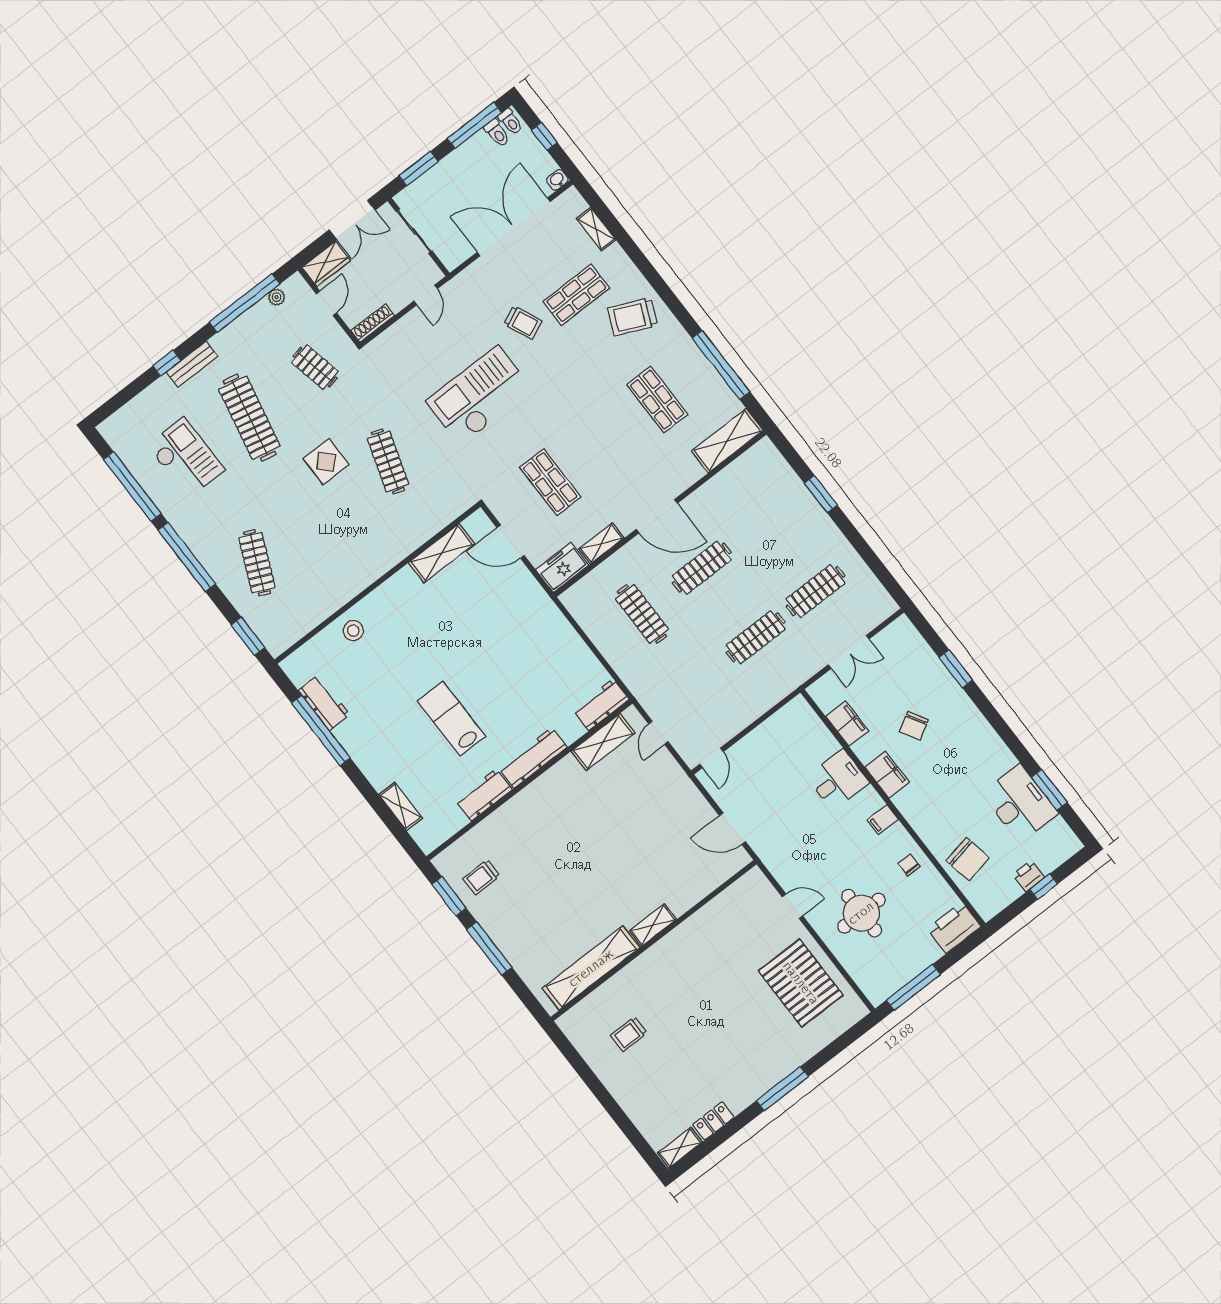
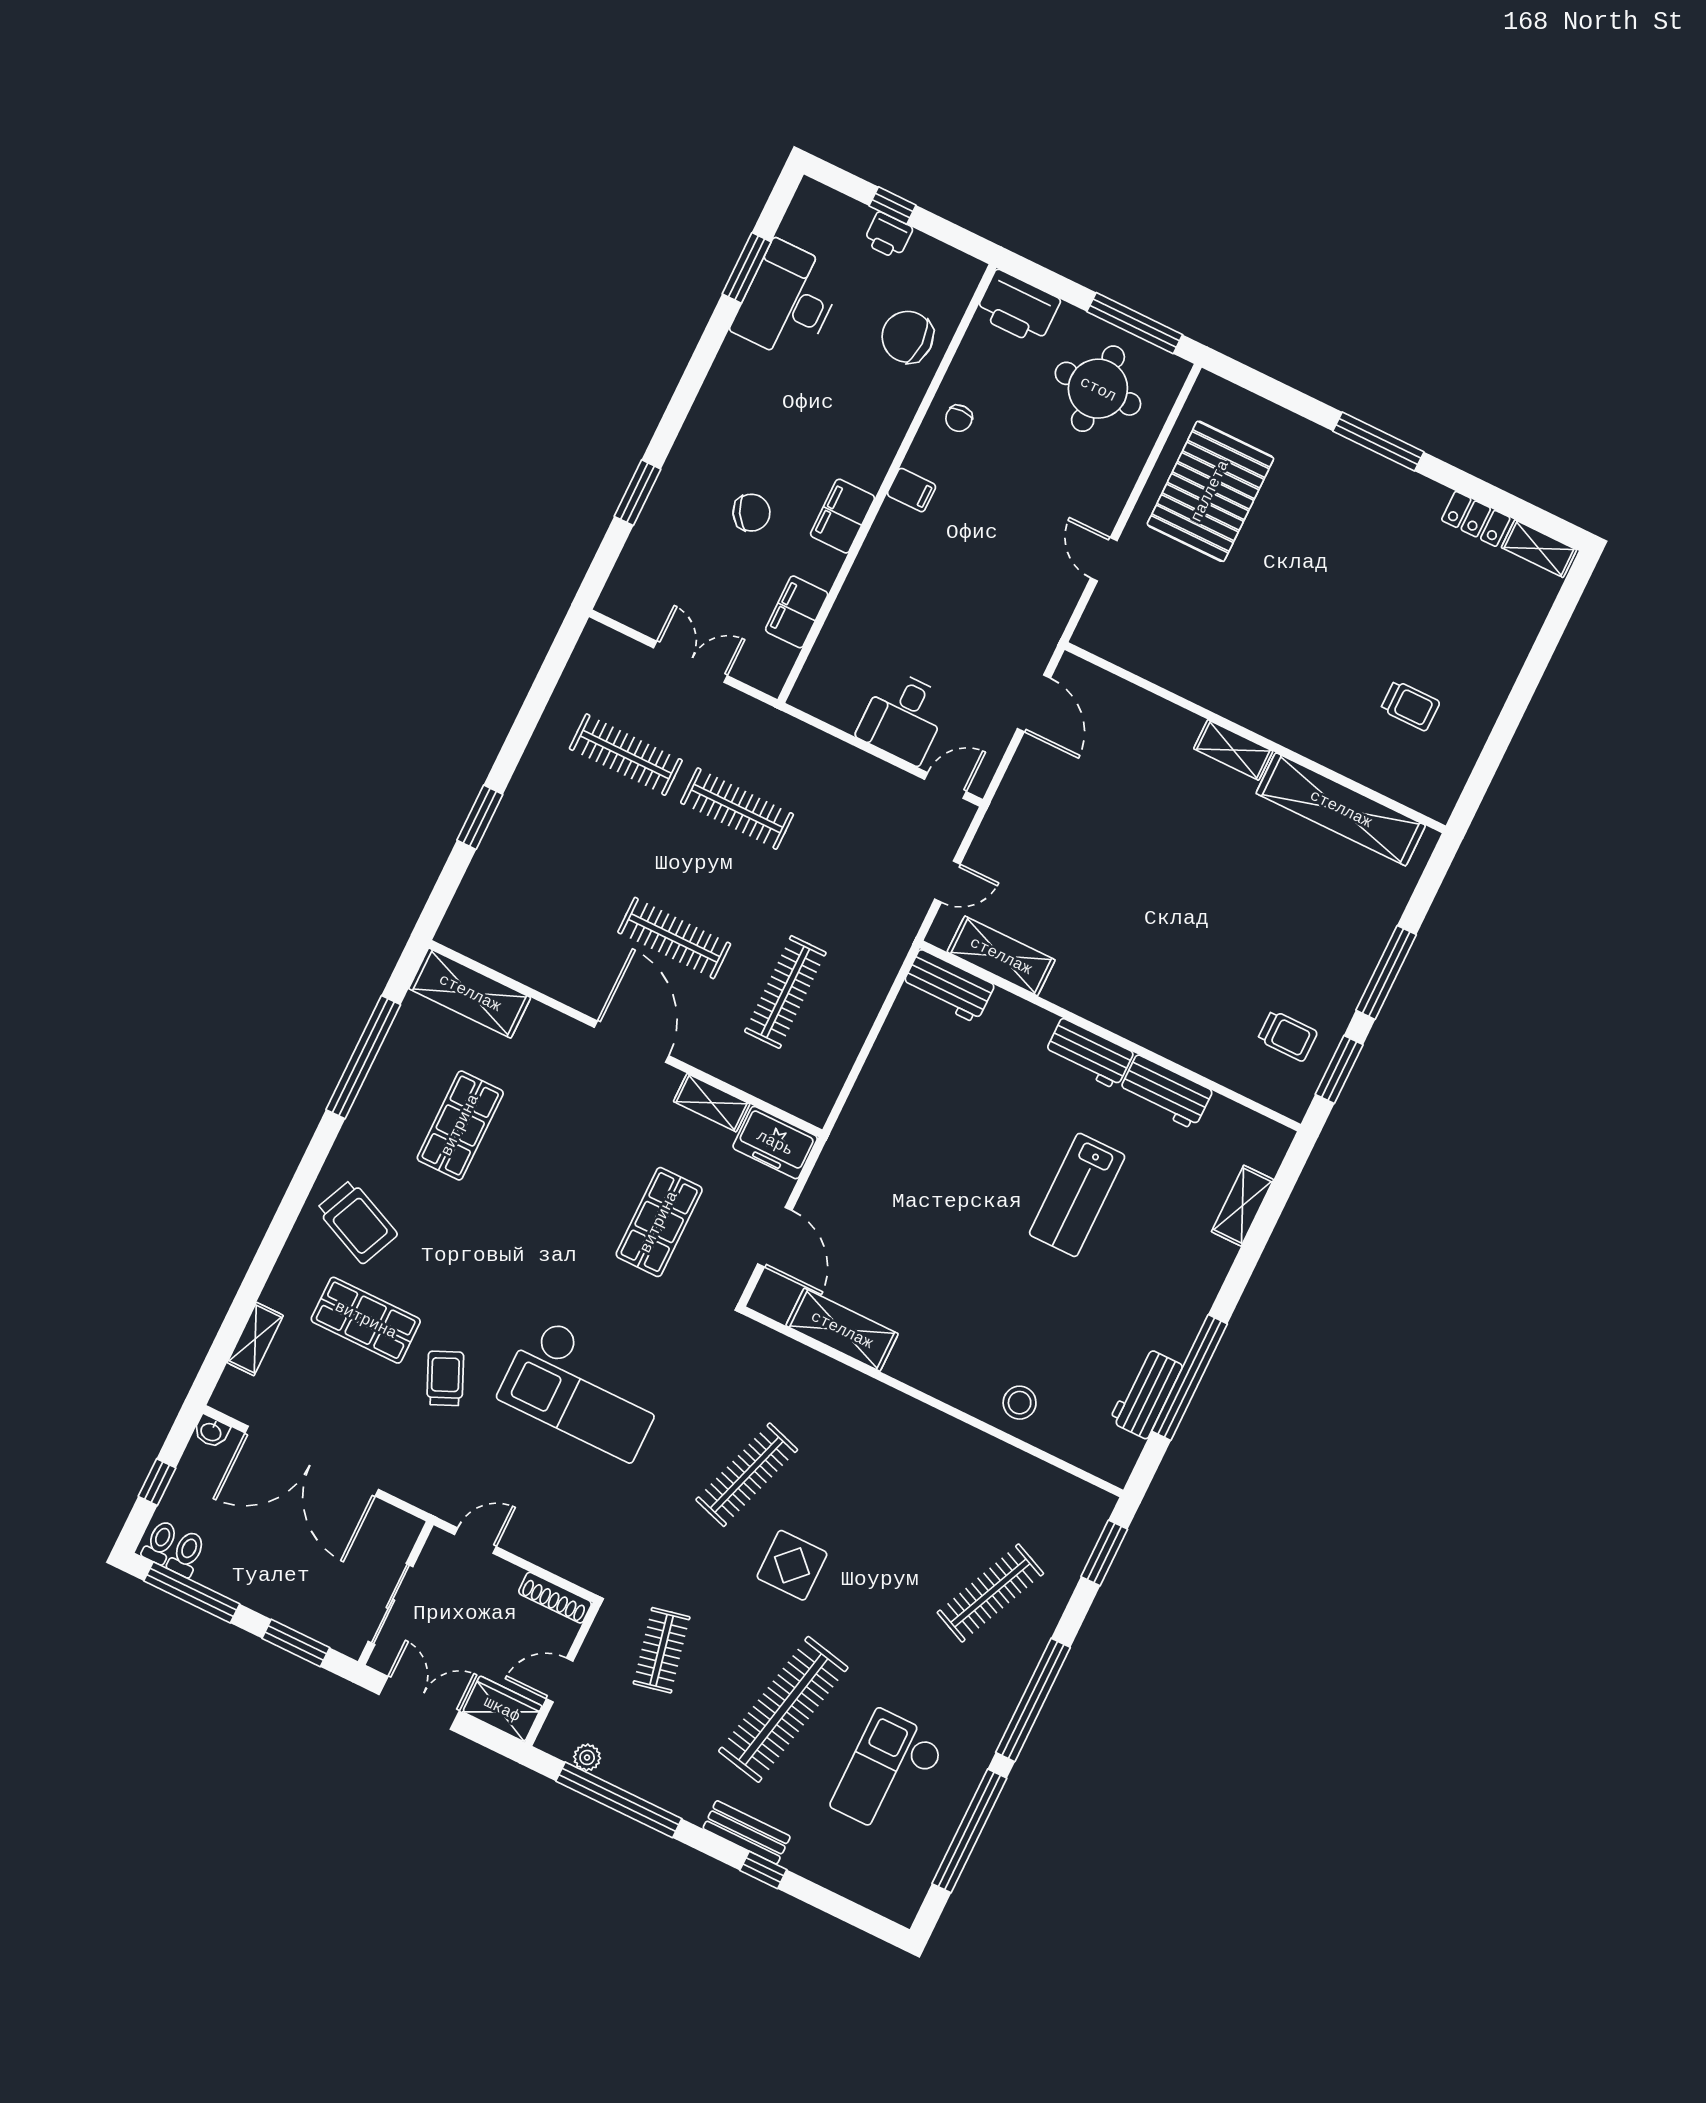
workbench: (533, 758) -> (1089, 1054), width x0.73
desk: (838, 780) -> (903, 717), moved, turned -90
chair: (968, 859) -> (907, 337), turned -79
round table: (861, 913) -> (1098, 389), moved

